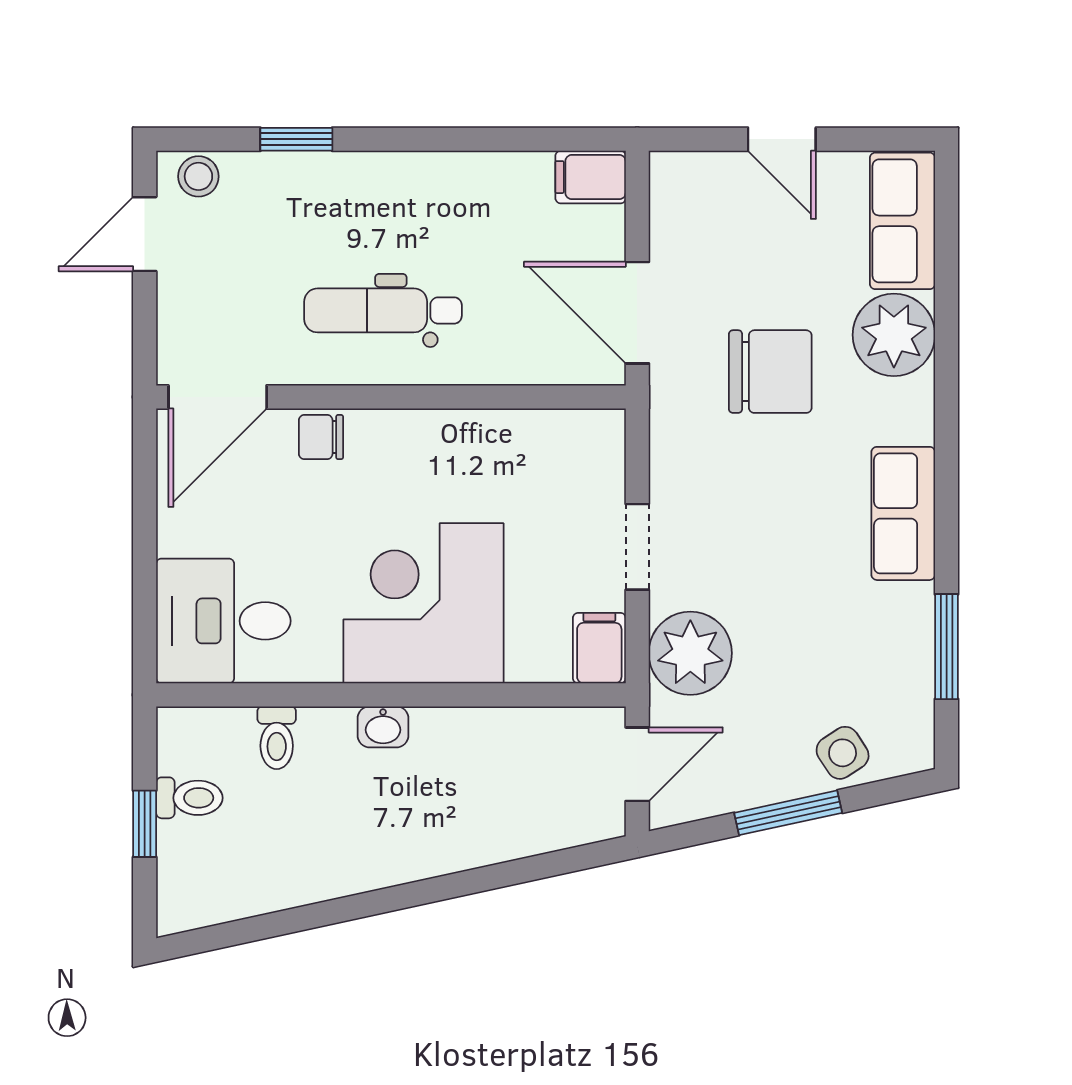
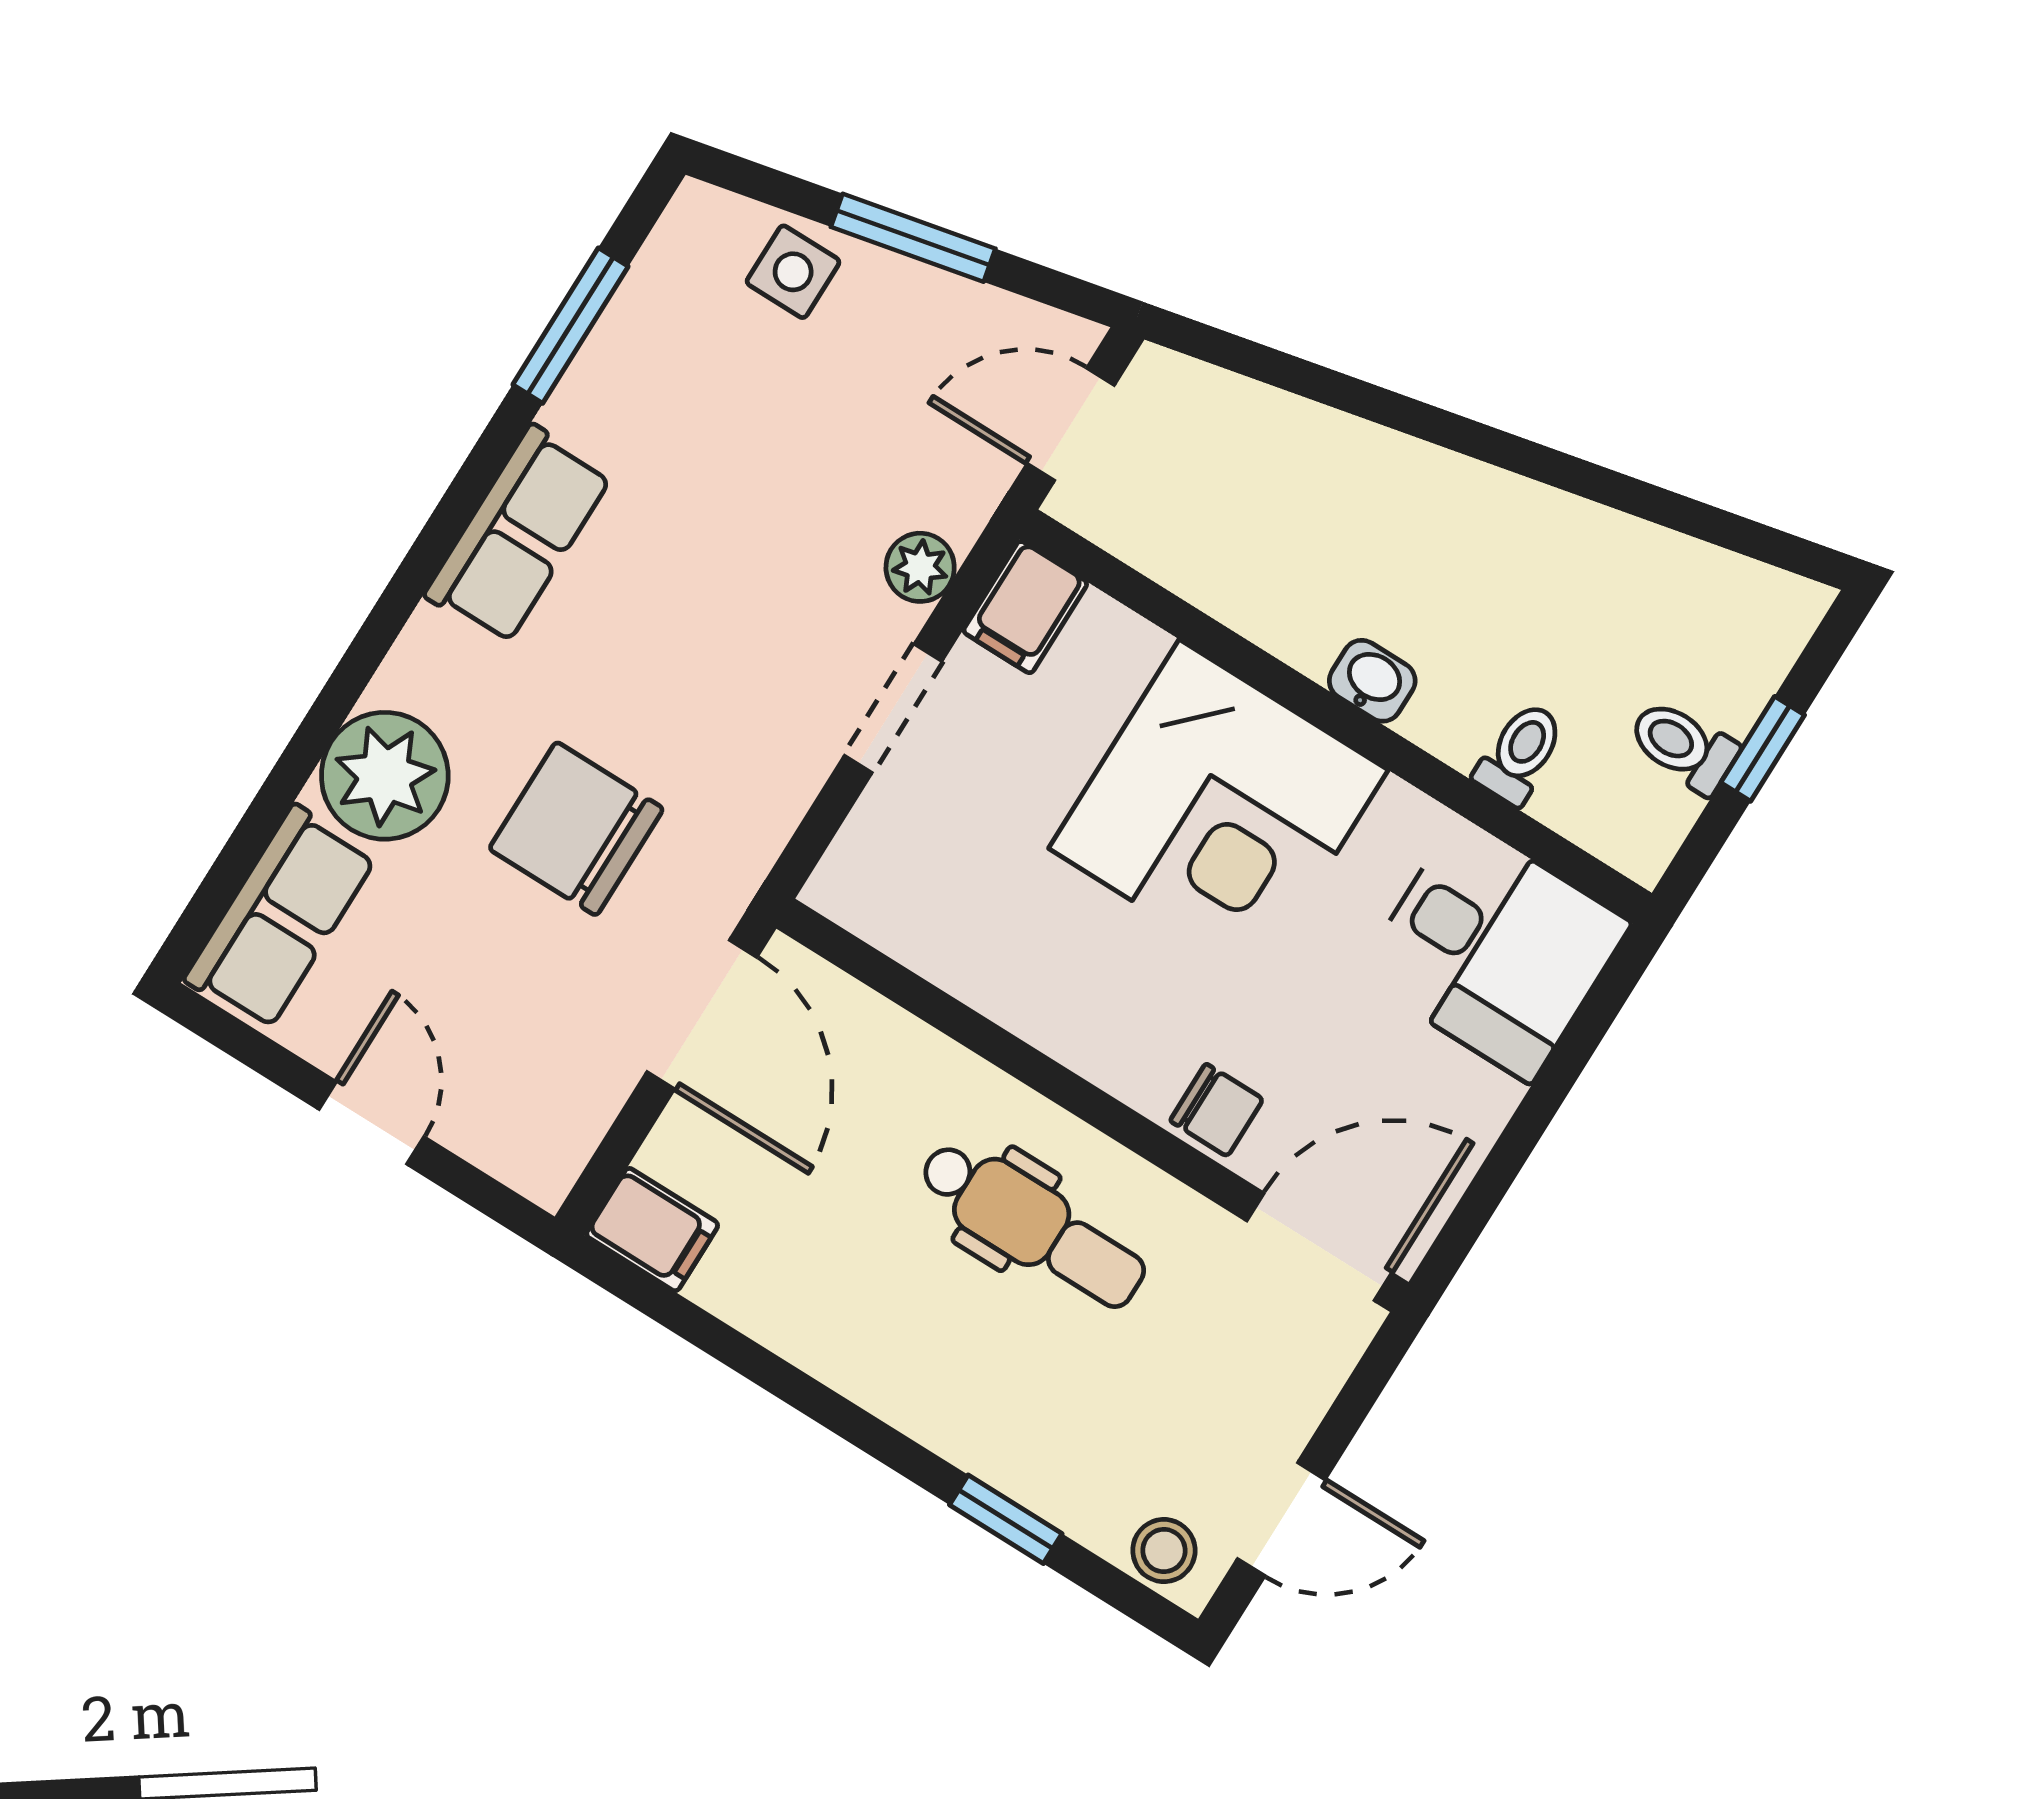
plant: (690, 653) -> (920, 567), width x0.53, depth x0.53
side table: (843, 753) -> (793, 272), turned 33

